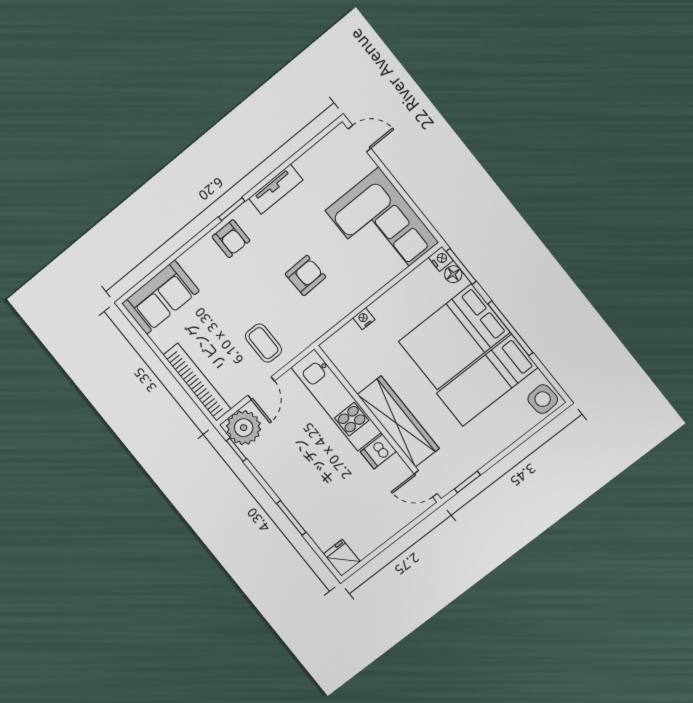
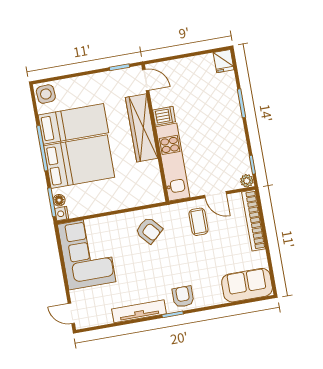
tv unit: (276, 189) -> (139, 311), width x1.41
armchair: (305, 275) -> (149, 230), moved, turned -130
nightstand: (364, 319) -> (128, 203), removed
door: (261, 388) -> (215, 195), swing flipped
plant: (244, 428) -> (247, 181), width x0.53, depth x0.53

